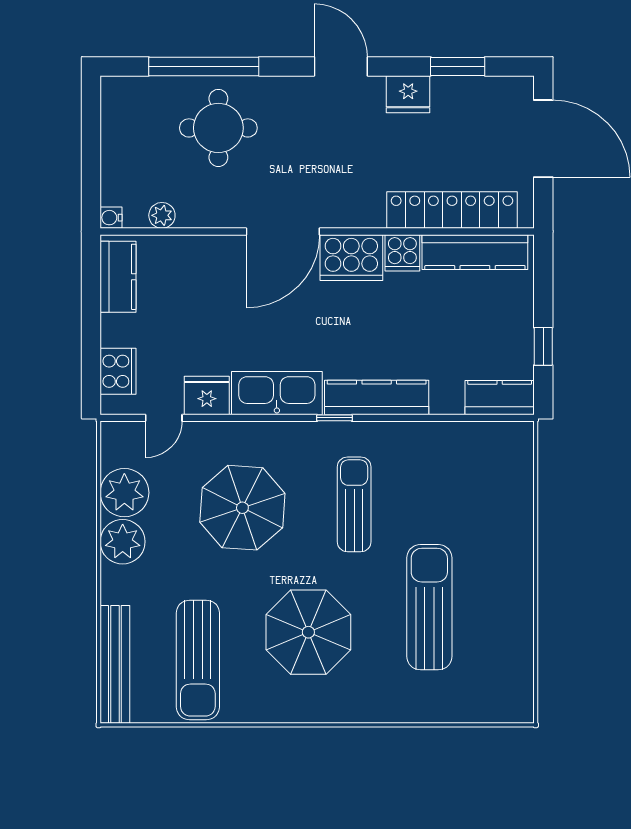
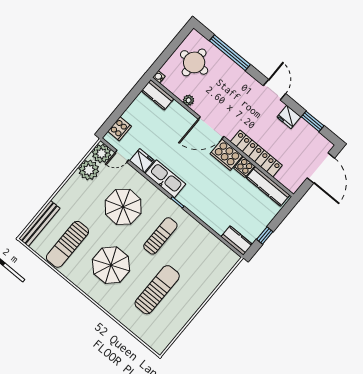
round table: (218, 128) -> (194, 62), moved
locker: (452, 210) -> (256, 154), moved
plant: (162, 215) -> (189, 100), moved
kitchen counter: (118, 277) -> (157, 95), moved, turned 90
kitchen counter: (377, 397) -> (197, 207), removed
plant: (123, 542) -> (101, 153), moved

